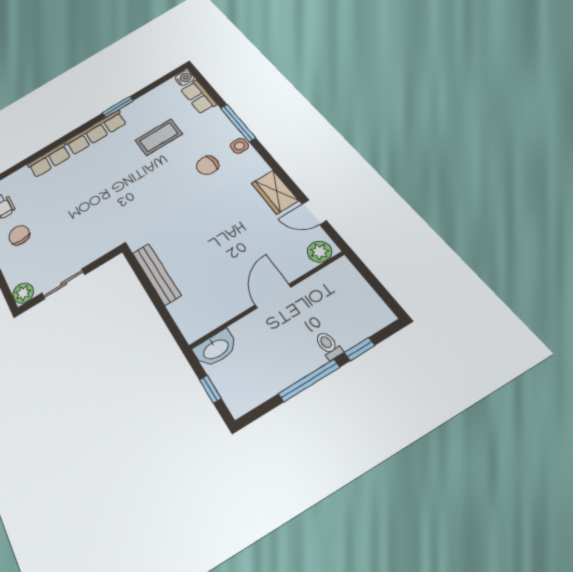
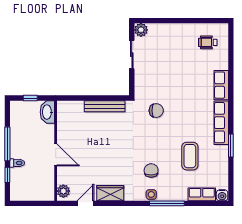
chair: (19, 235) -> (156, 111), moved

